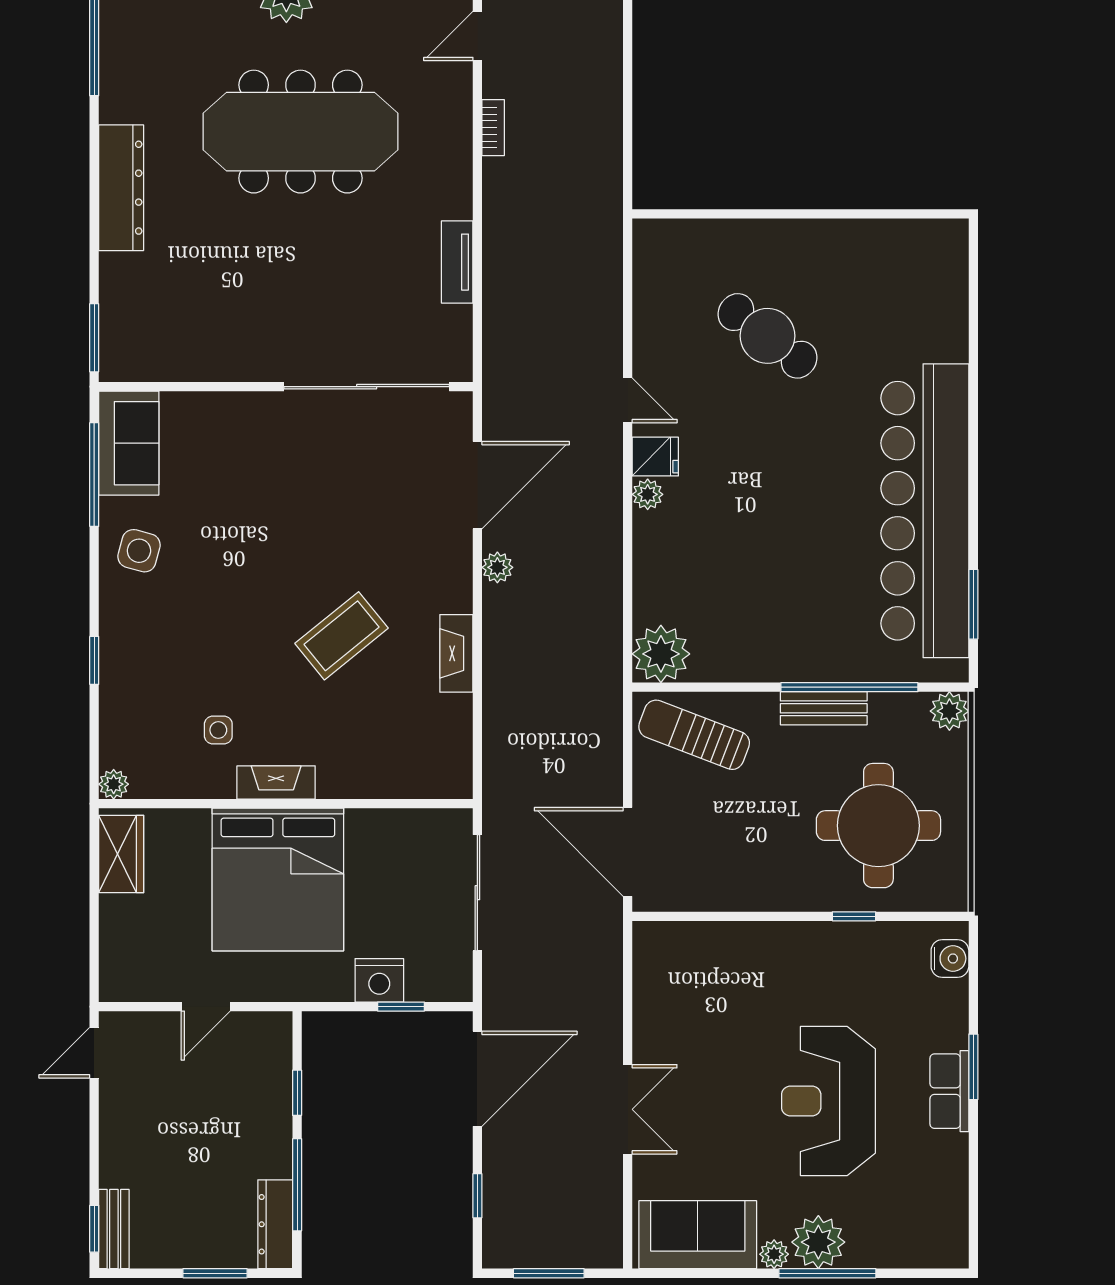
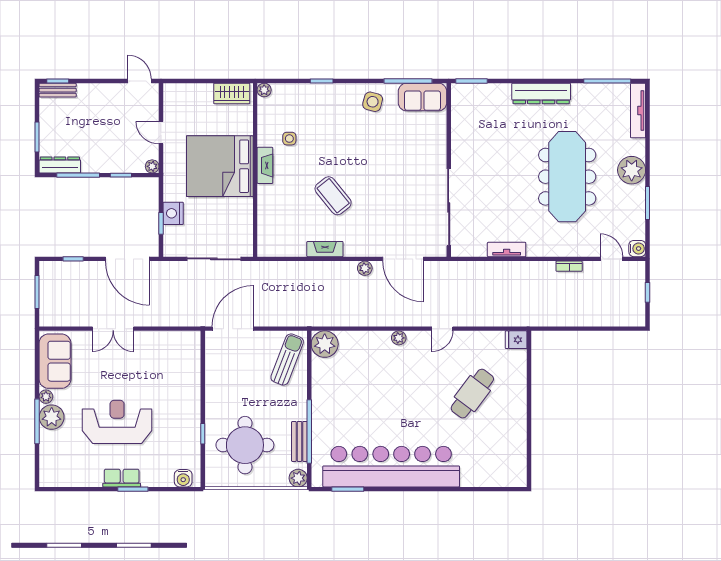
fridge: (655, 457) -> (516, 340), moved, turned 90
bench: (824, 708) -> (299, 441), moved
plant: (278, 1025) -> (152, 166), added

